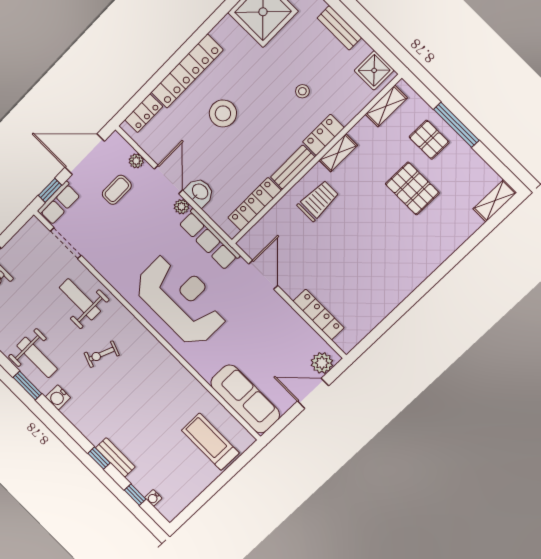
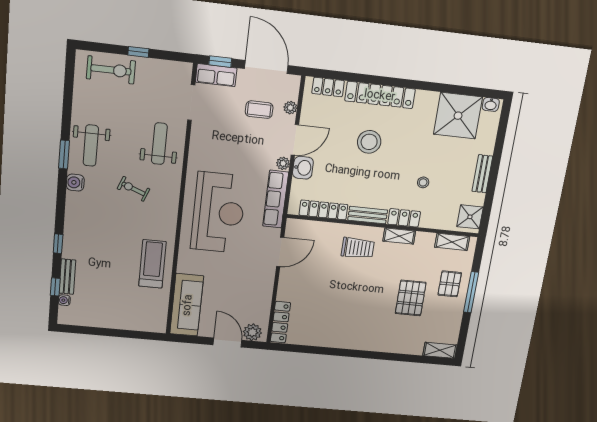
locker: (319, 315) -> (280, 322), moved
treadmill: (210, 442) -> (152, 264), moved
bench: (115, 457) -> (67, 277), moved

